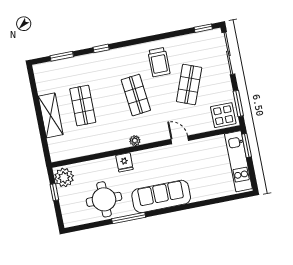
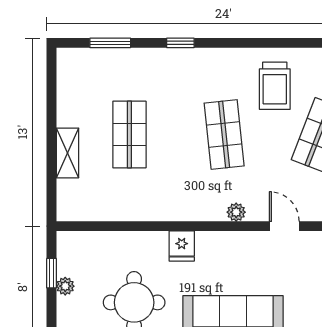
shelving: (51, 115) -> (67, 153), width x0.67, depth x0.75
plant: (135, 141) -> (236, 212), moved
plant: (64, 177) -> (65, 286), moved, width x0.53, depth x0.53

